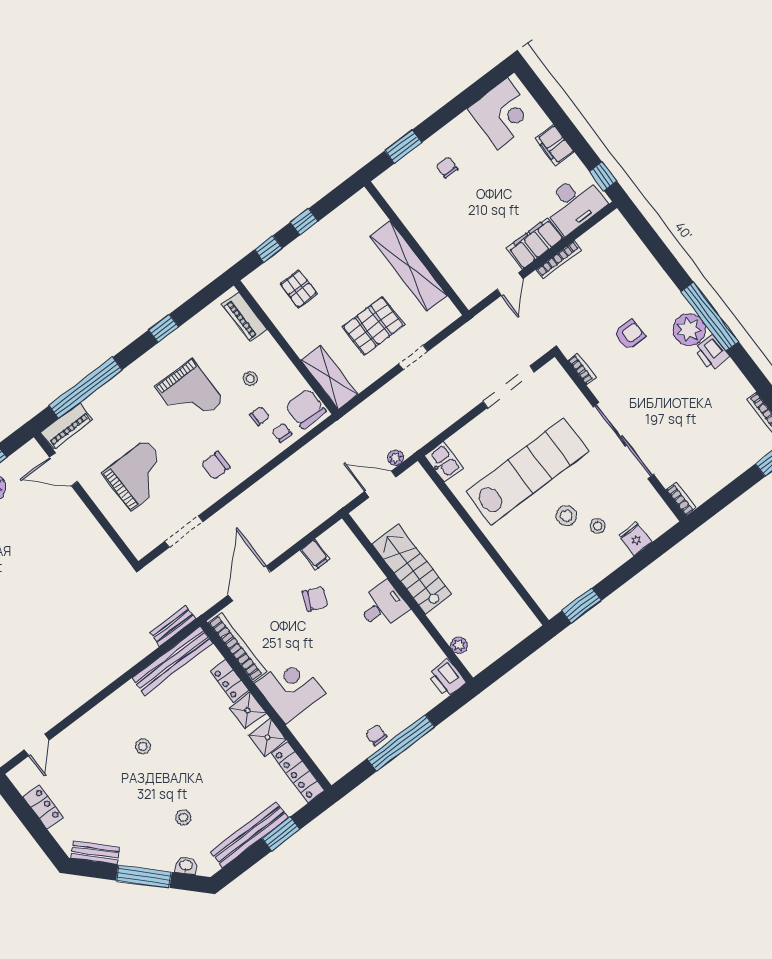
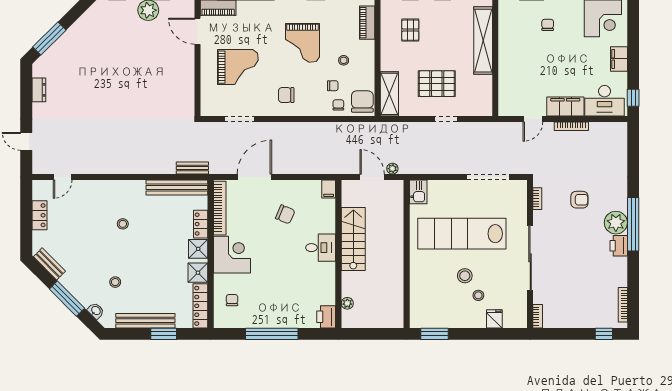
shelving: (409, 266) -> (483, 41), moved
lab bench: (527, 471) -> (462, 234), turned 180
filing cabinet: (315, 555) -> (329, 189), moved
chair: (376, 735) -> (232, 300), moved

